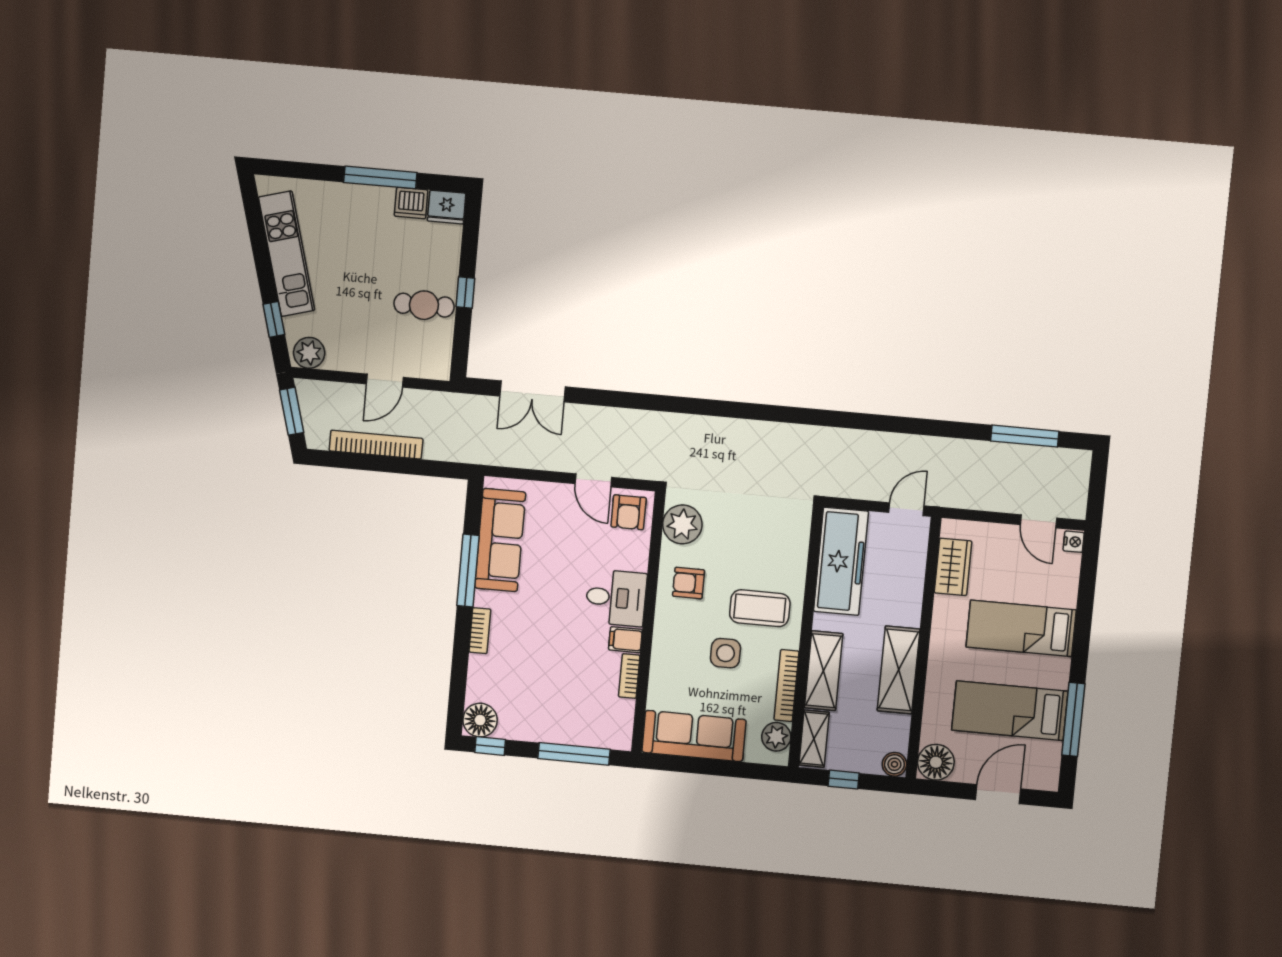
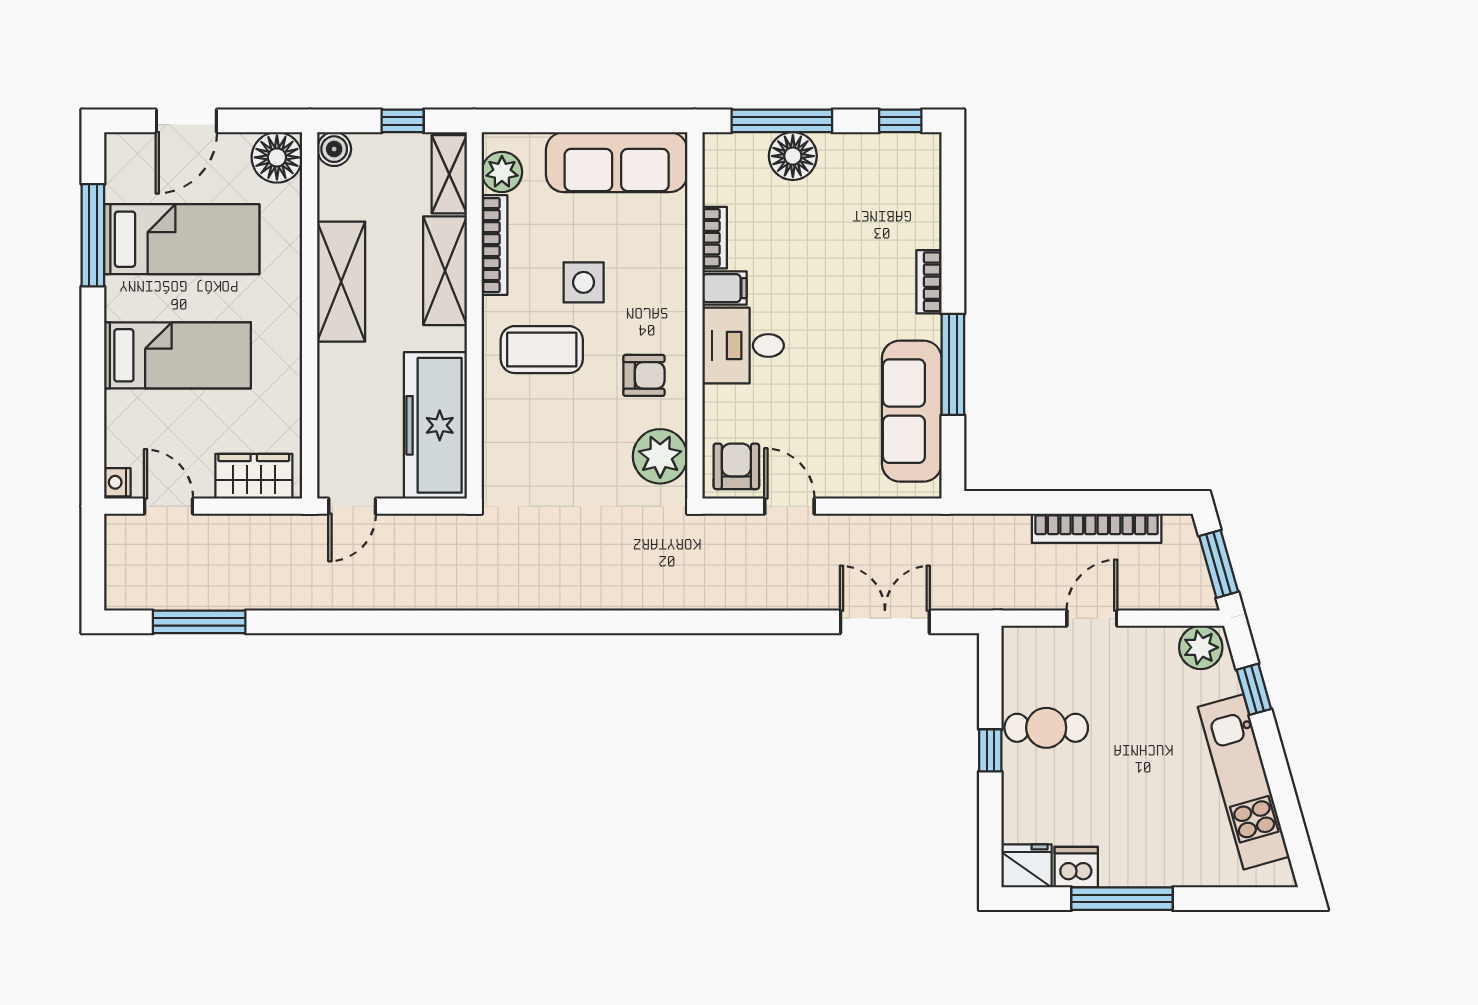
wardrobe: (953, 567) -> (254, 476), moved, turned 90
floor lamp: (480, 720) -> (793, 156), moved

